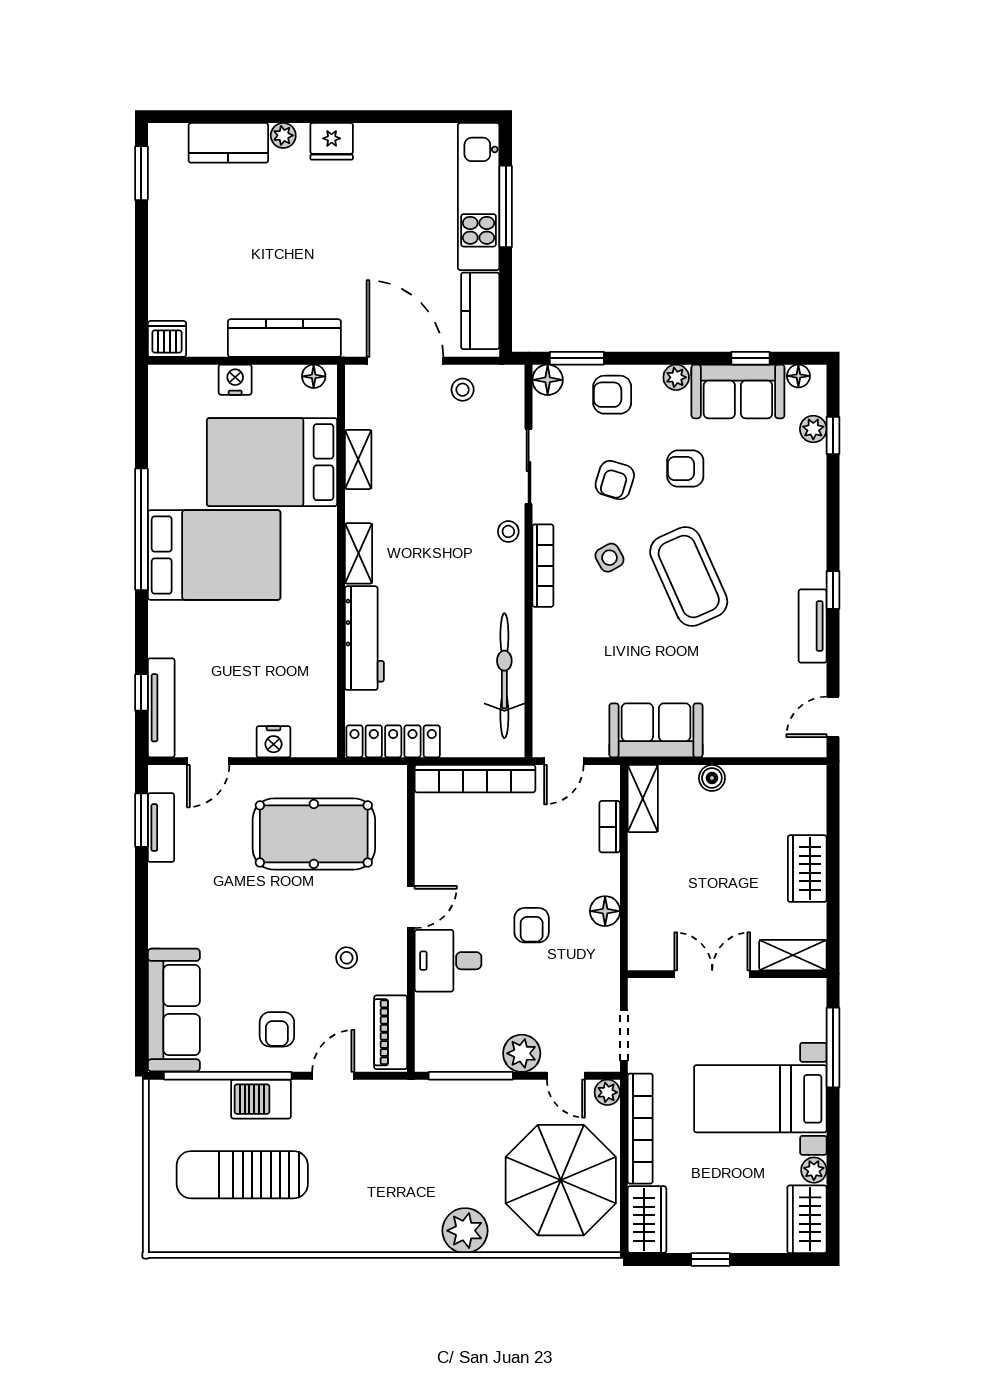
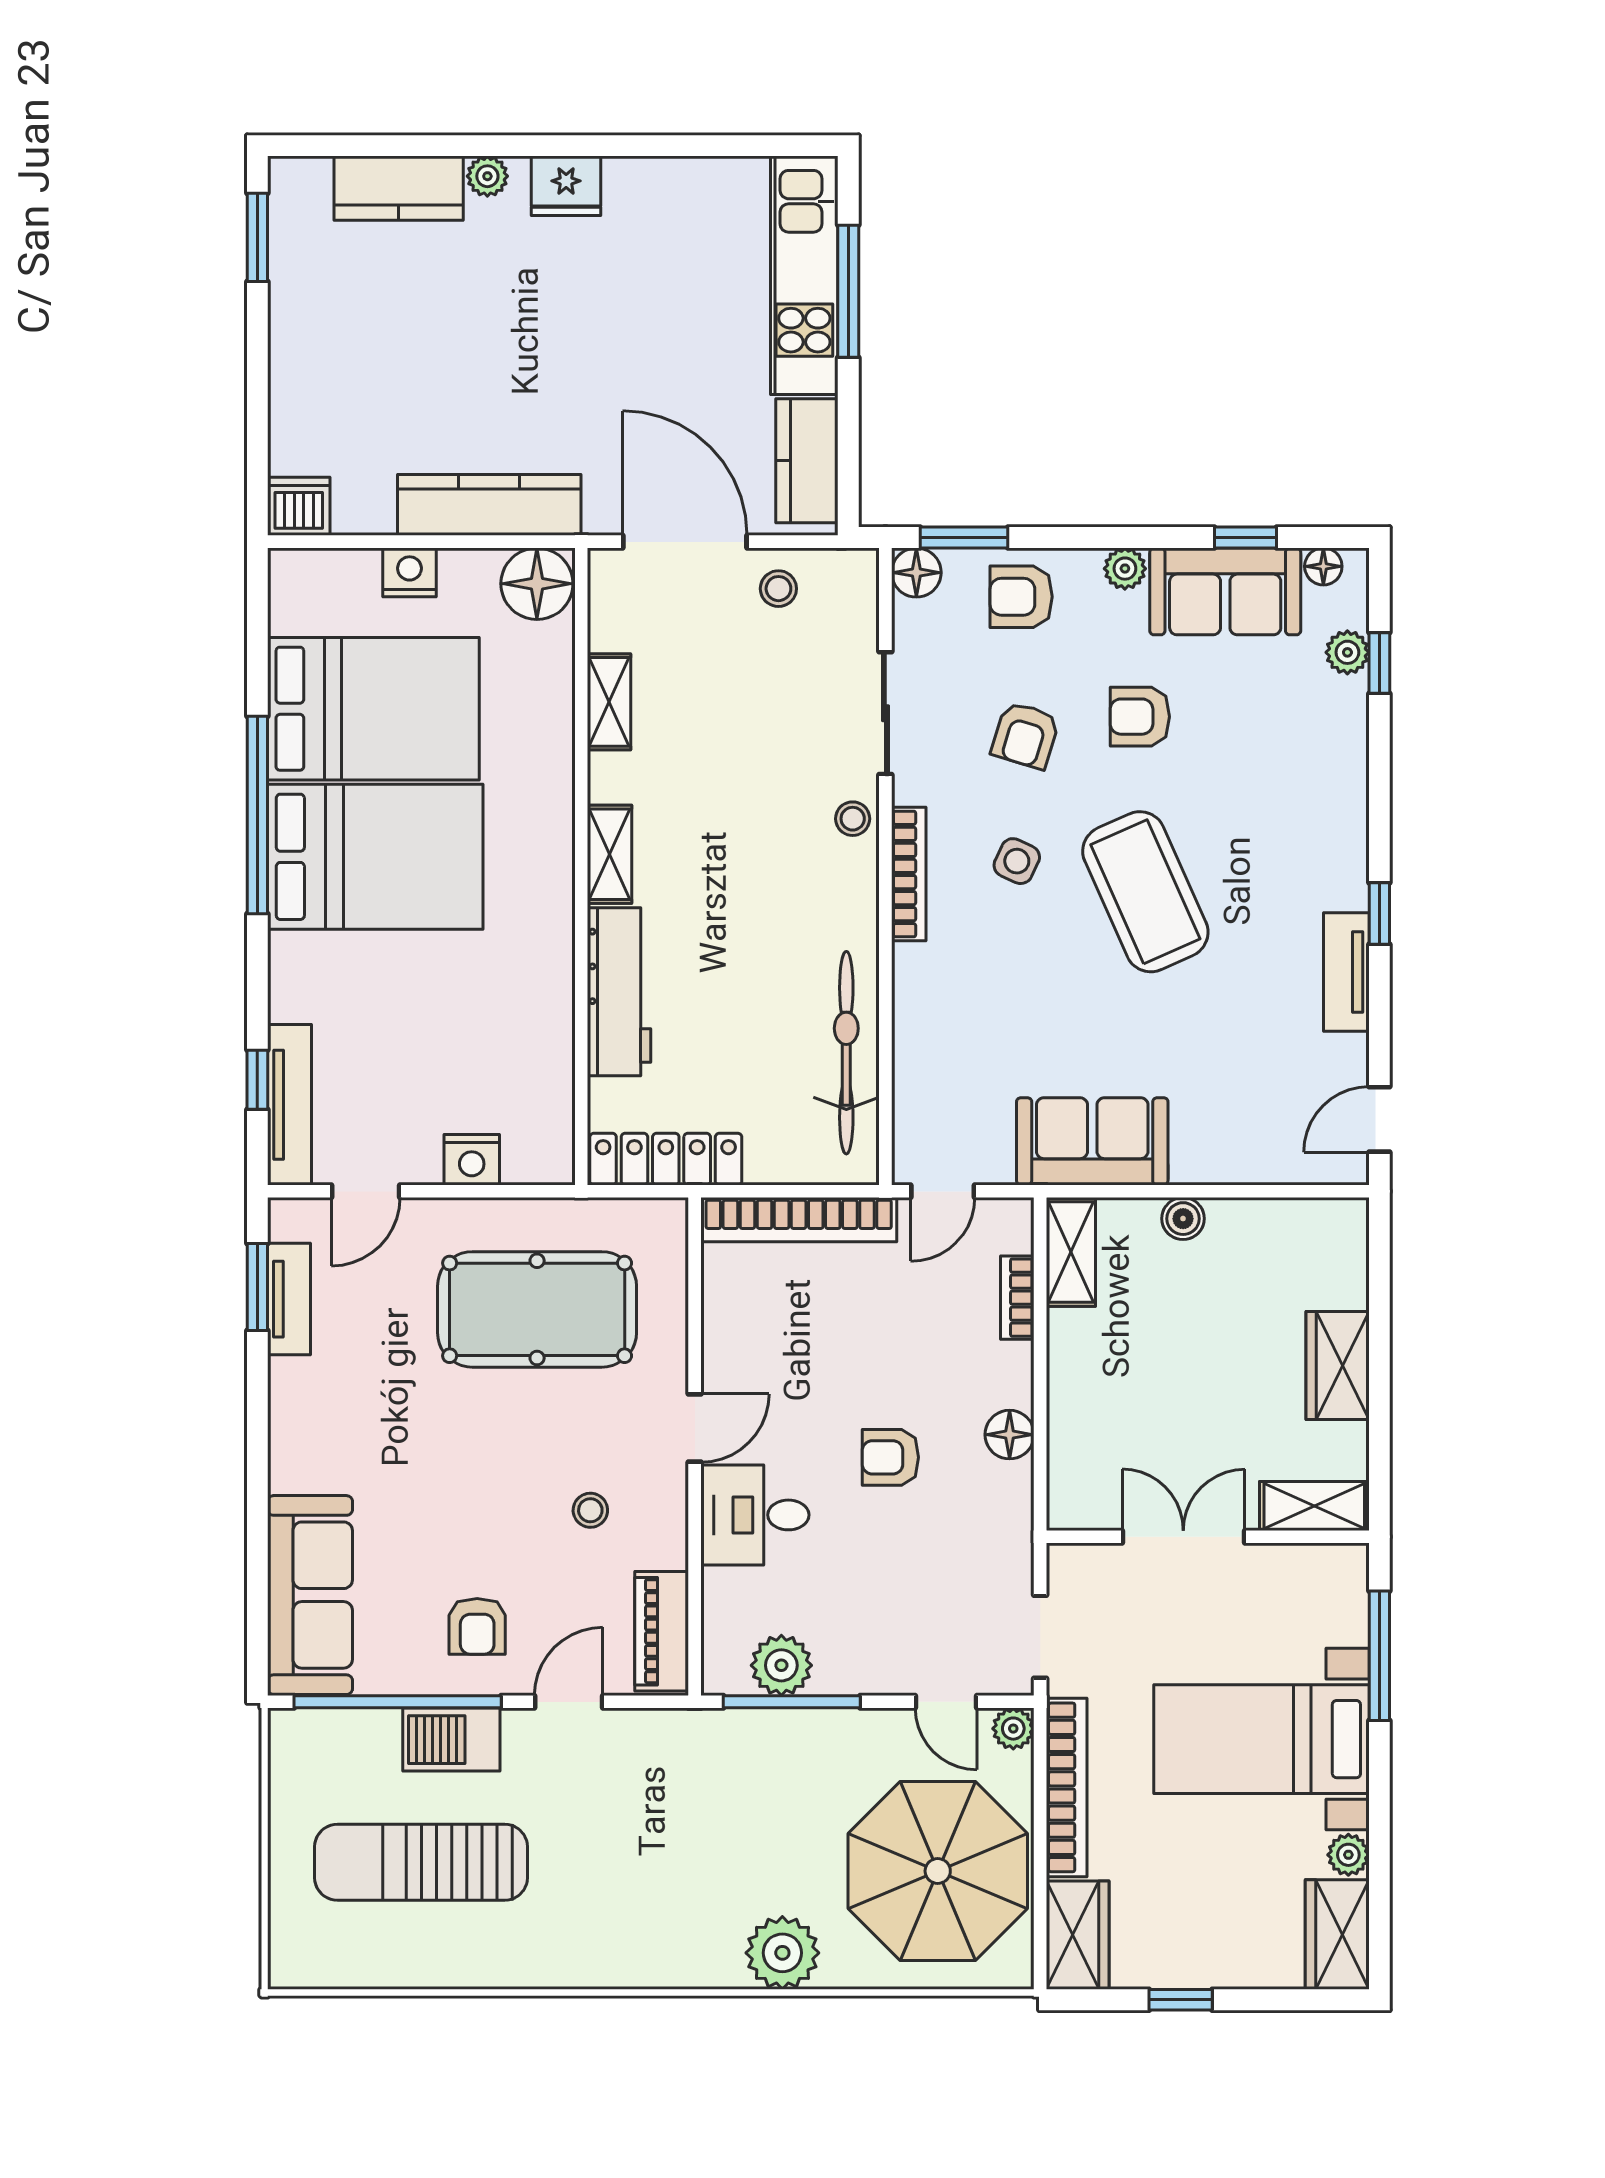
floor lamp: (314, 376) -> (537, 584), width x1.89, depth x1.89
bed: (272, 462) -> (373, 709), moved, turned 180
side table: (609, 558) -> (1017, 861), turned -36
armchair: (532, 925) -> (890, 1457), turned 90
plant: (522, 1053) -> (781, 1665), moved

